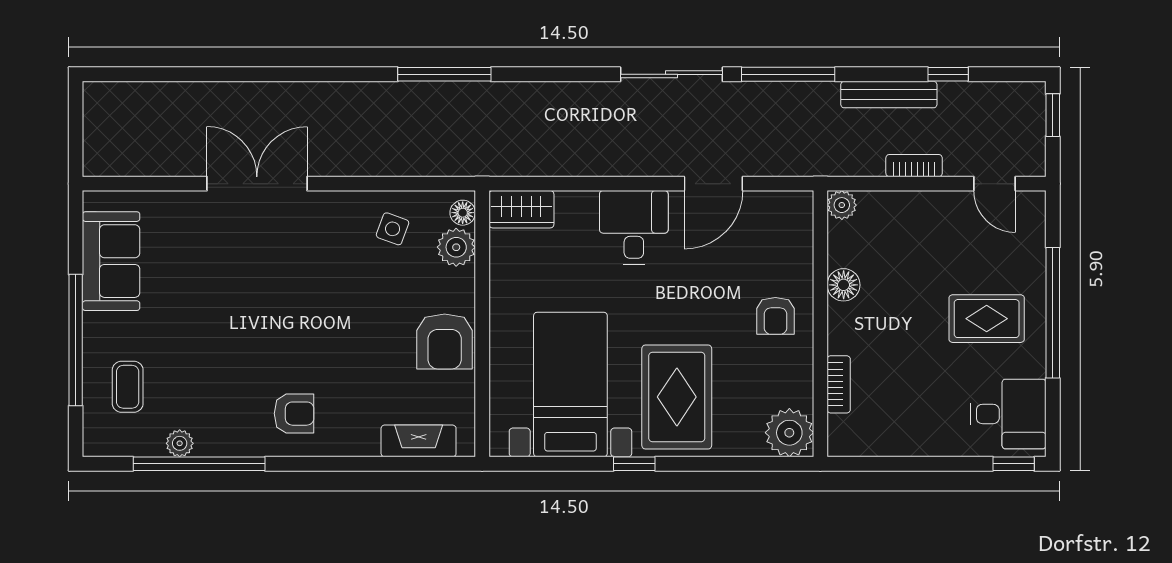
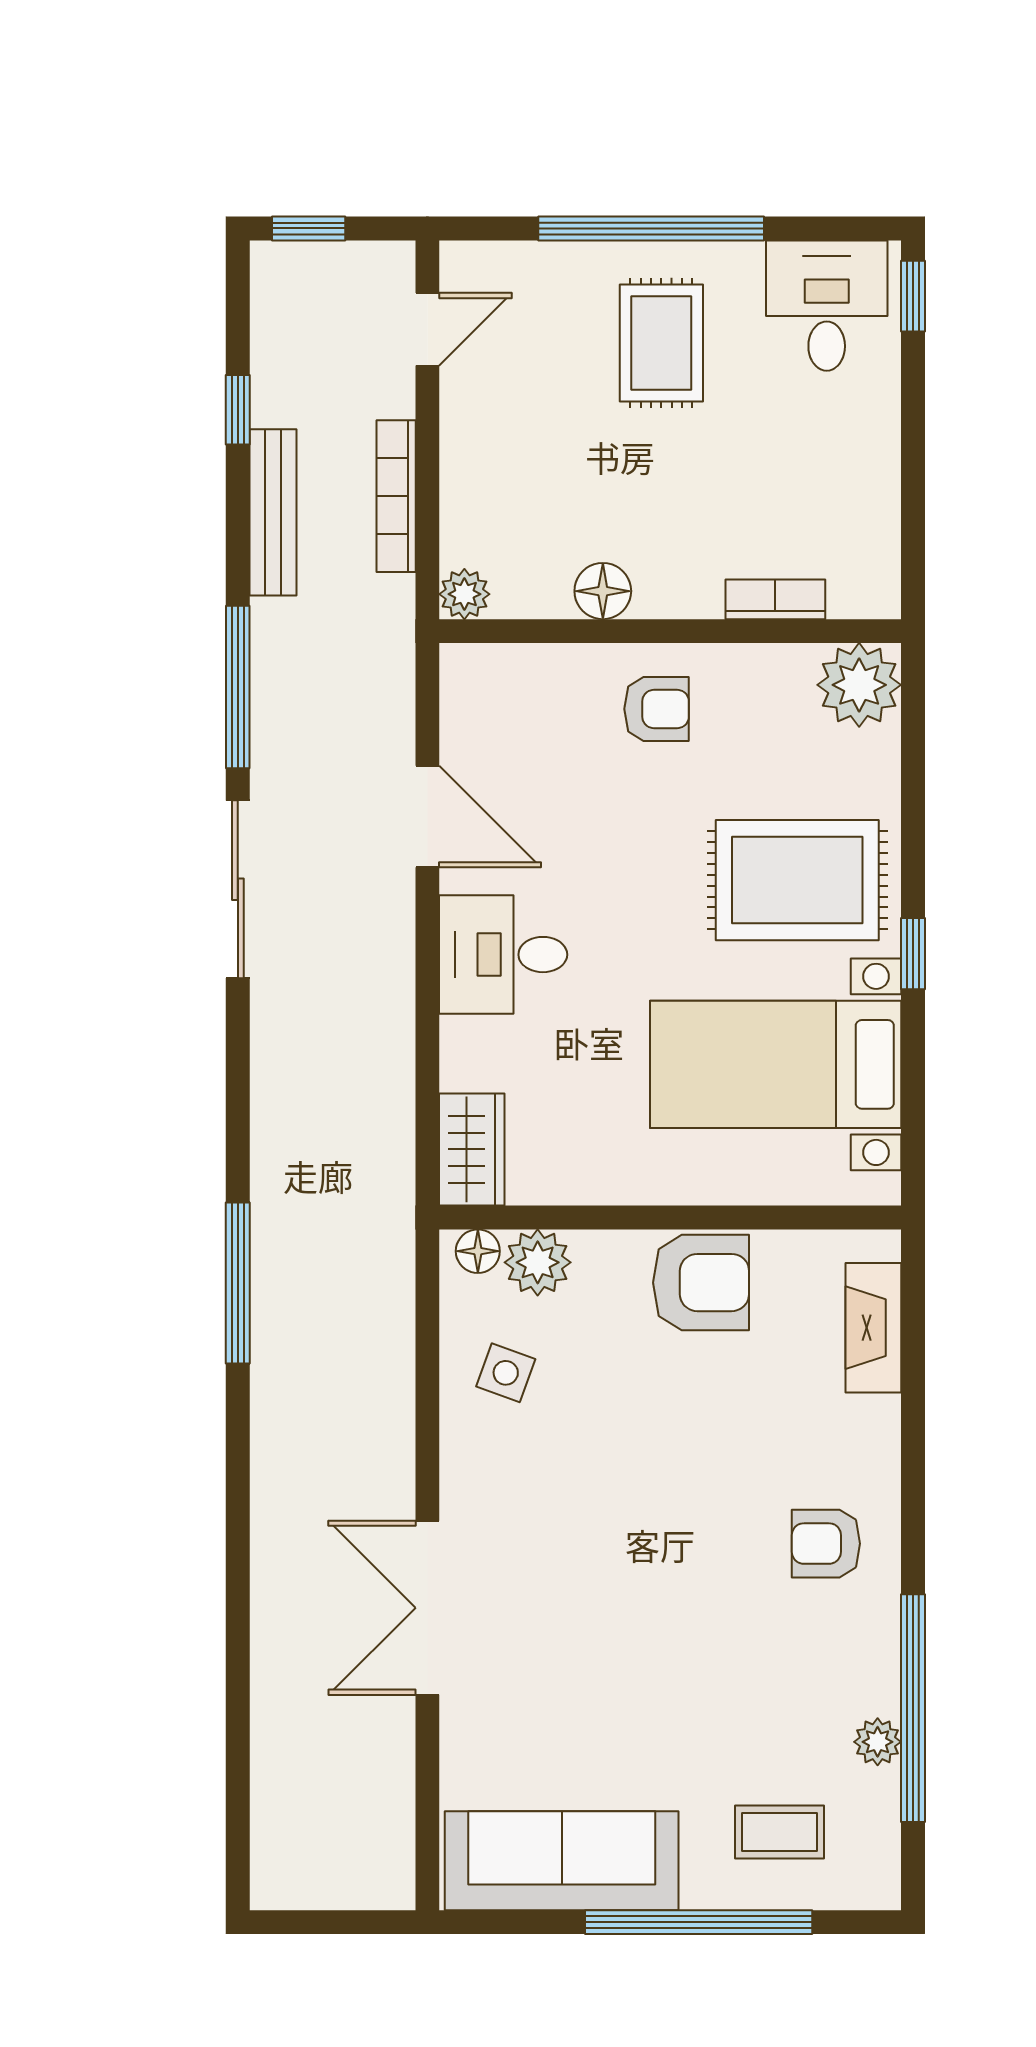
bookcase: (914, 166) -> (396, 496), width x1.56
sofa: (111, 261) -> (562, 1861), width x1.36
armchair: (294, 414) -> (826, 1544), turned -90

